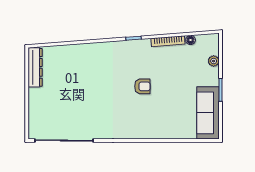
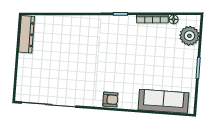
plant: (214, 61) -> (189, 36), width x1.87, depth x1.87
armchair: (142, 86) -> (110, 99), moved
sofa: (208, 113) -> (163, 101), moved, turned 90

